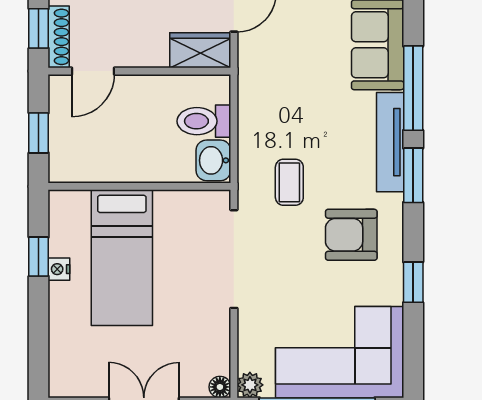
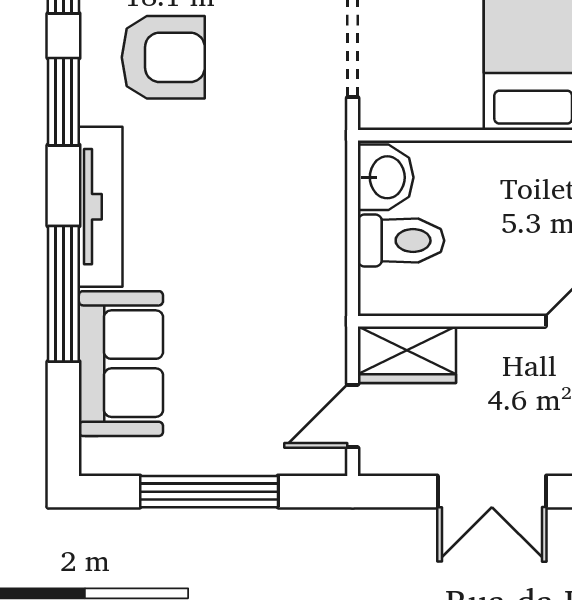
window: (413, 175) -> (63, 102), moved
coffee table: (289, 182) -> (263, 142), removed

